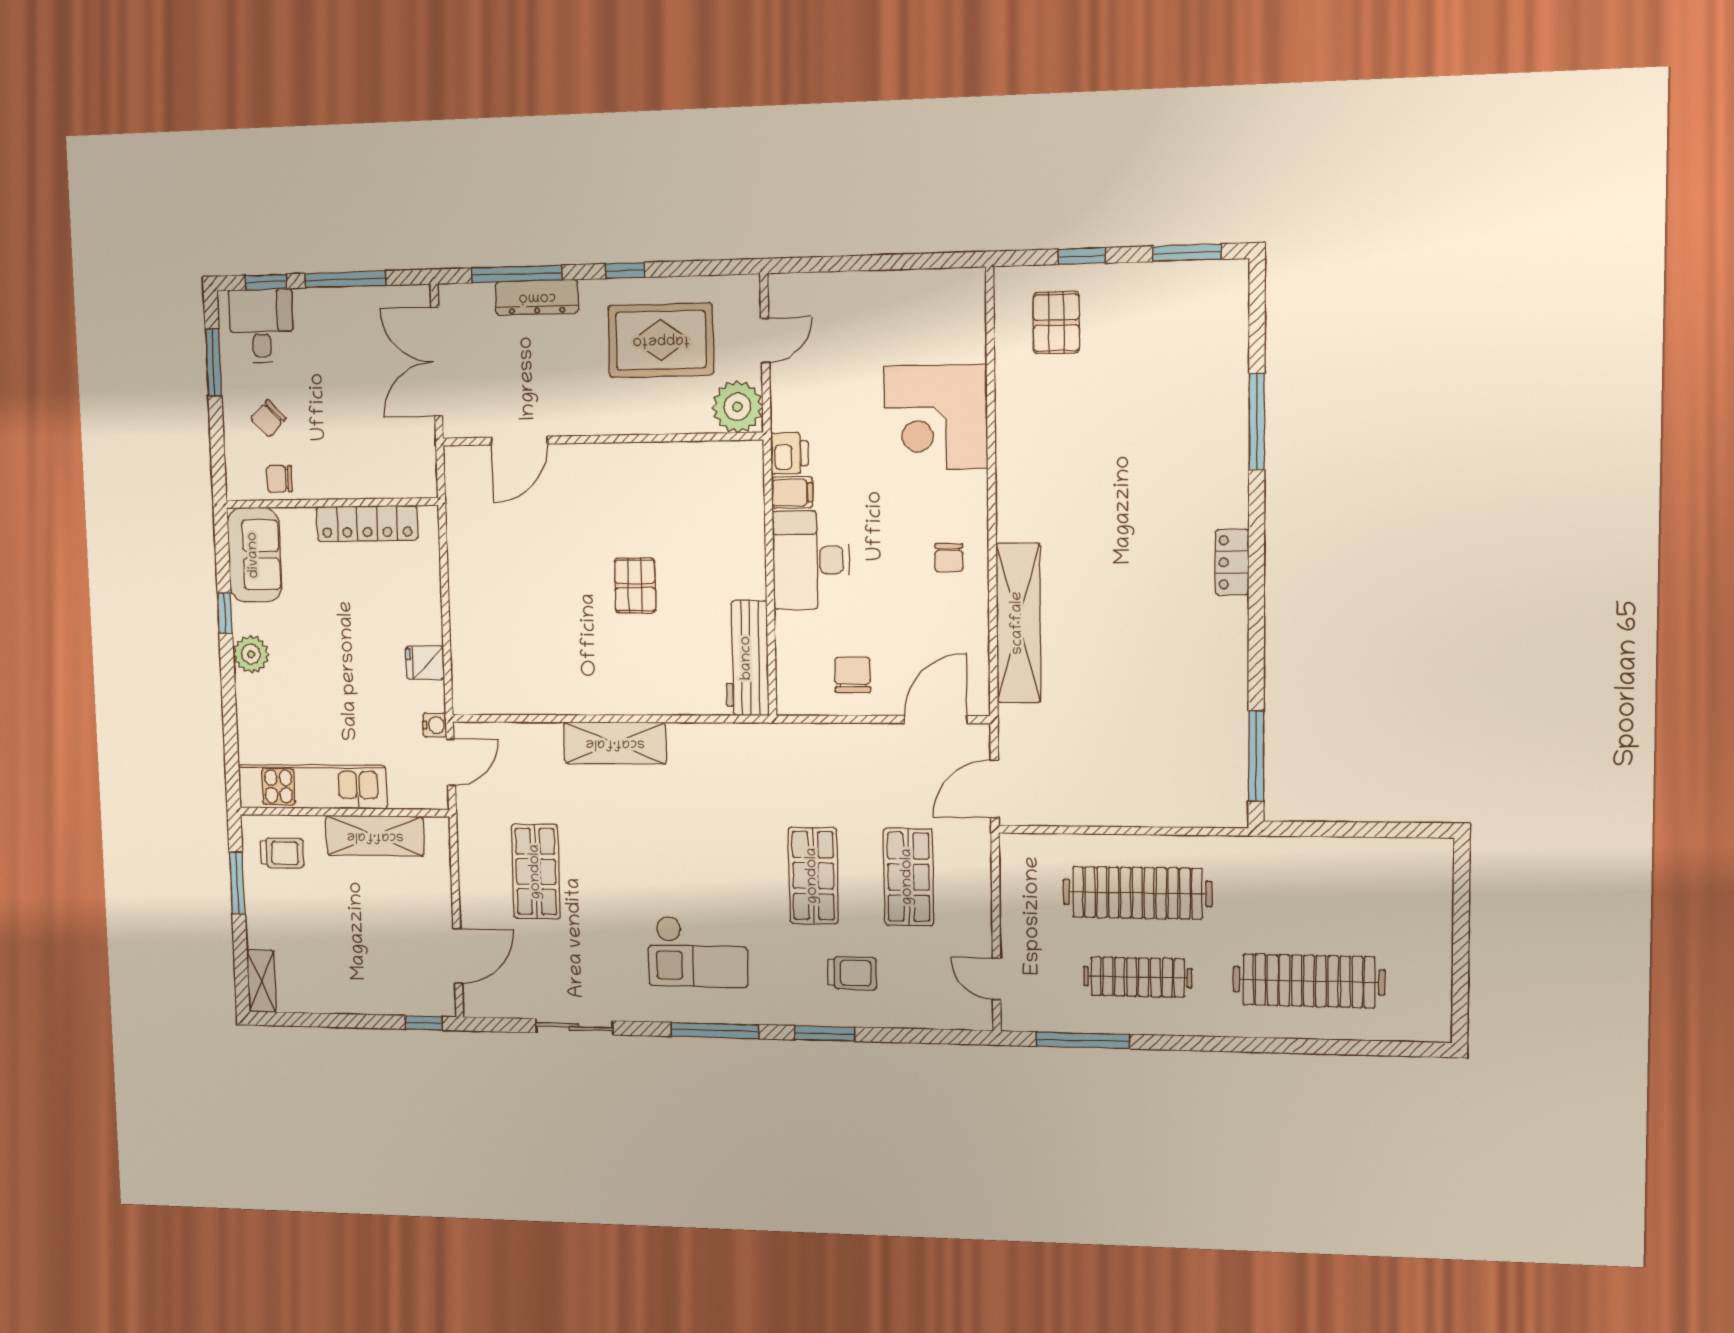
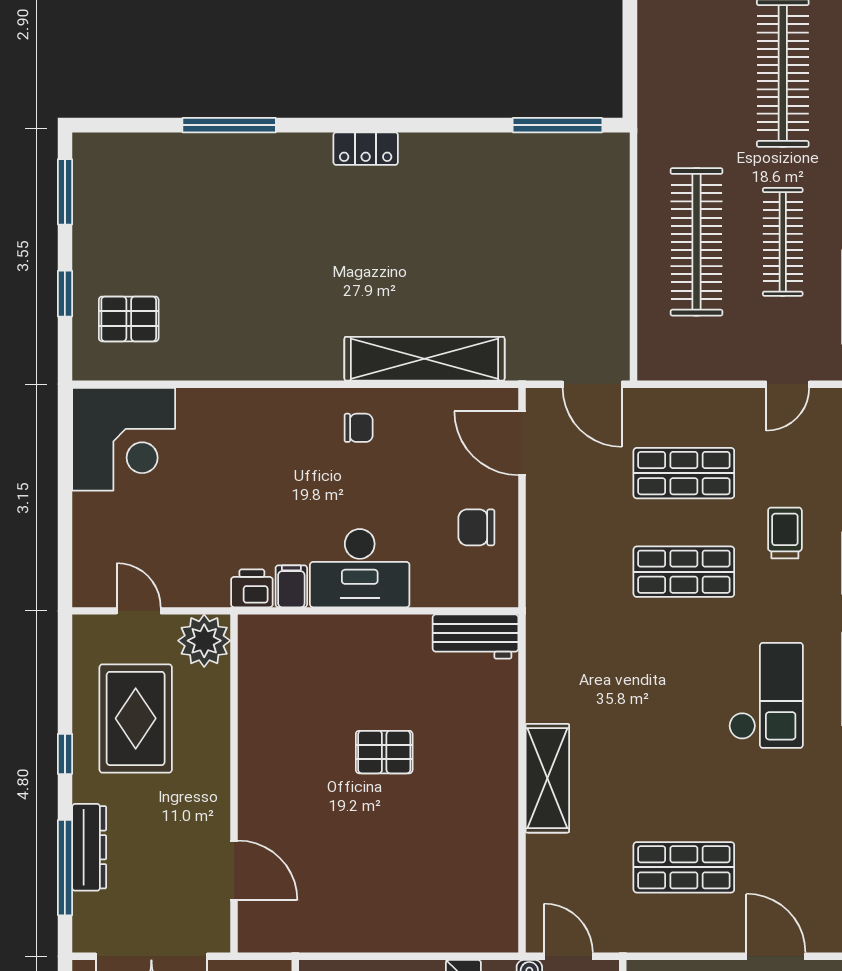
corner desk: (936, 417) -> (124, 439), moved
workbench: (747, 658) -> (475, 637), width x0.73

